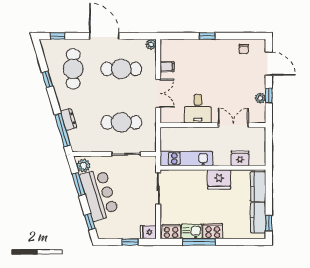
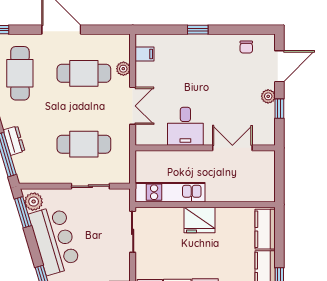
plant: (151, 44) -> (123, 69), moved
door: (269, 64) -> (279, 66), hinge flipped
filing cabinet: (167, 67) -> (145, 54), moved
plant: (260, 98) -> (268, 96), moved
fridge: (240, 158) -> (241, 192), removed
fridge: (219, 180) -> (199, 220), moved
window: (79, 184) -> (23, 212), moved

